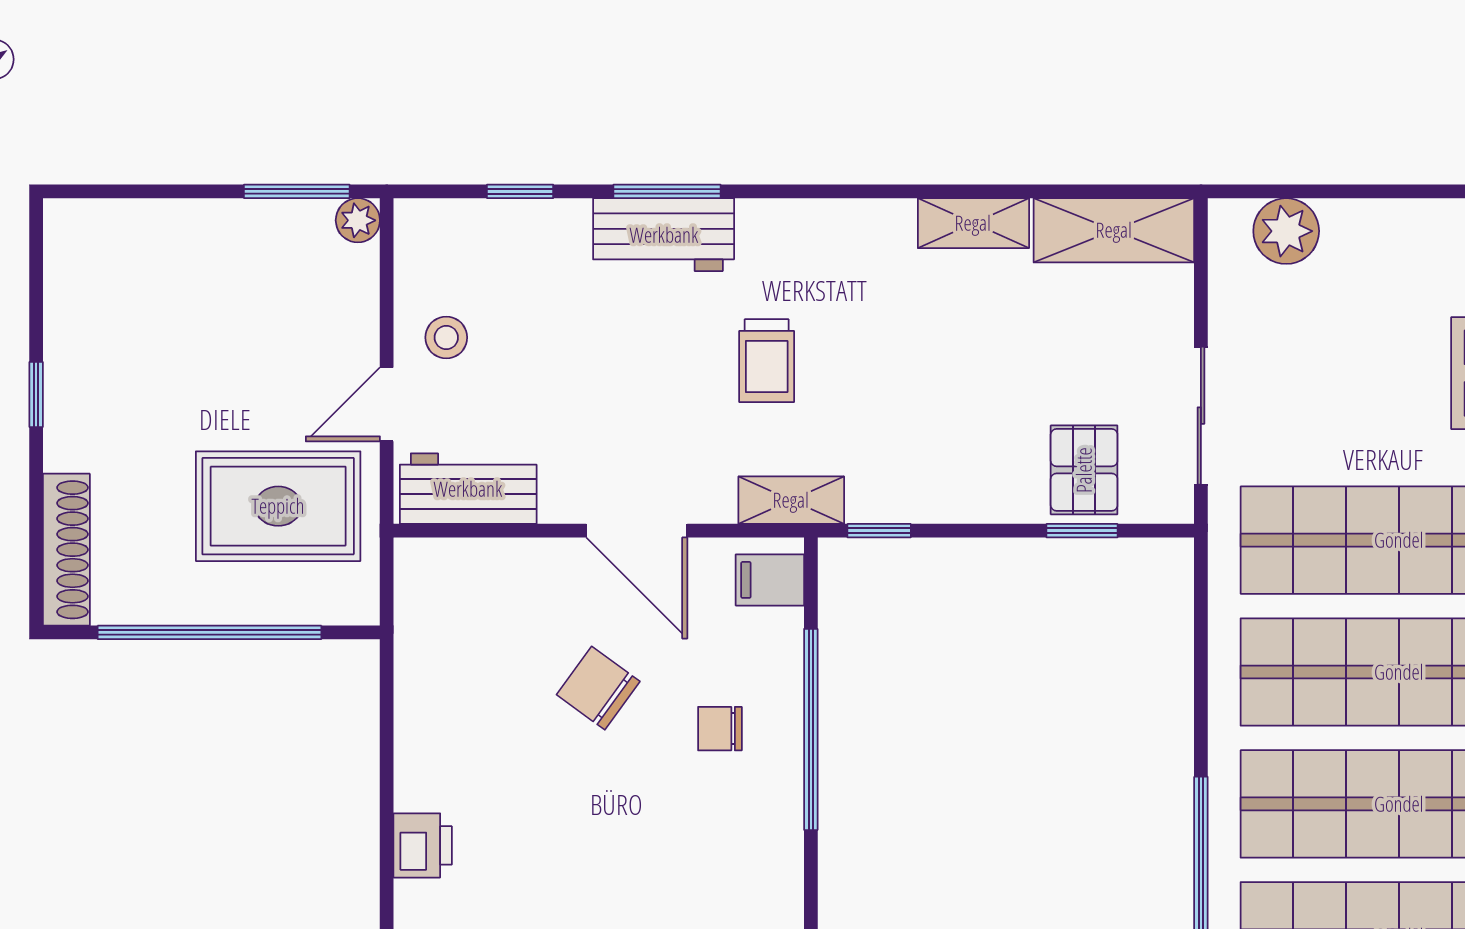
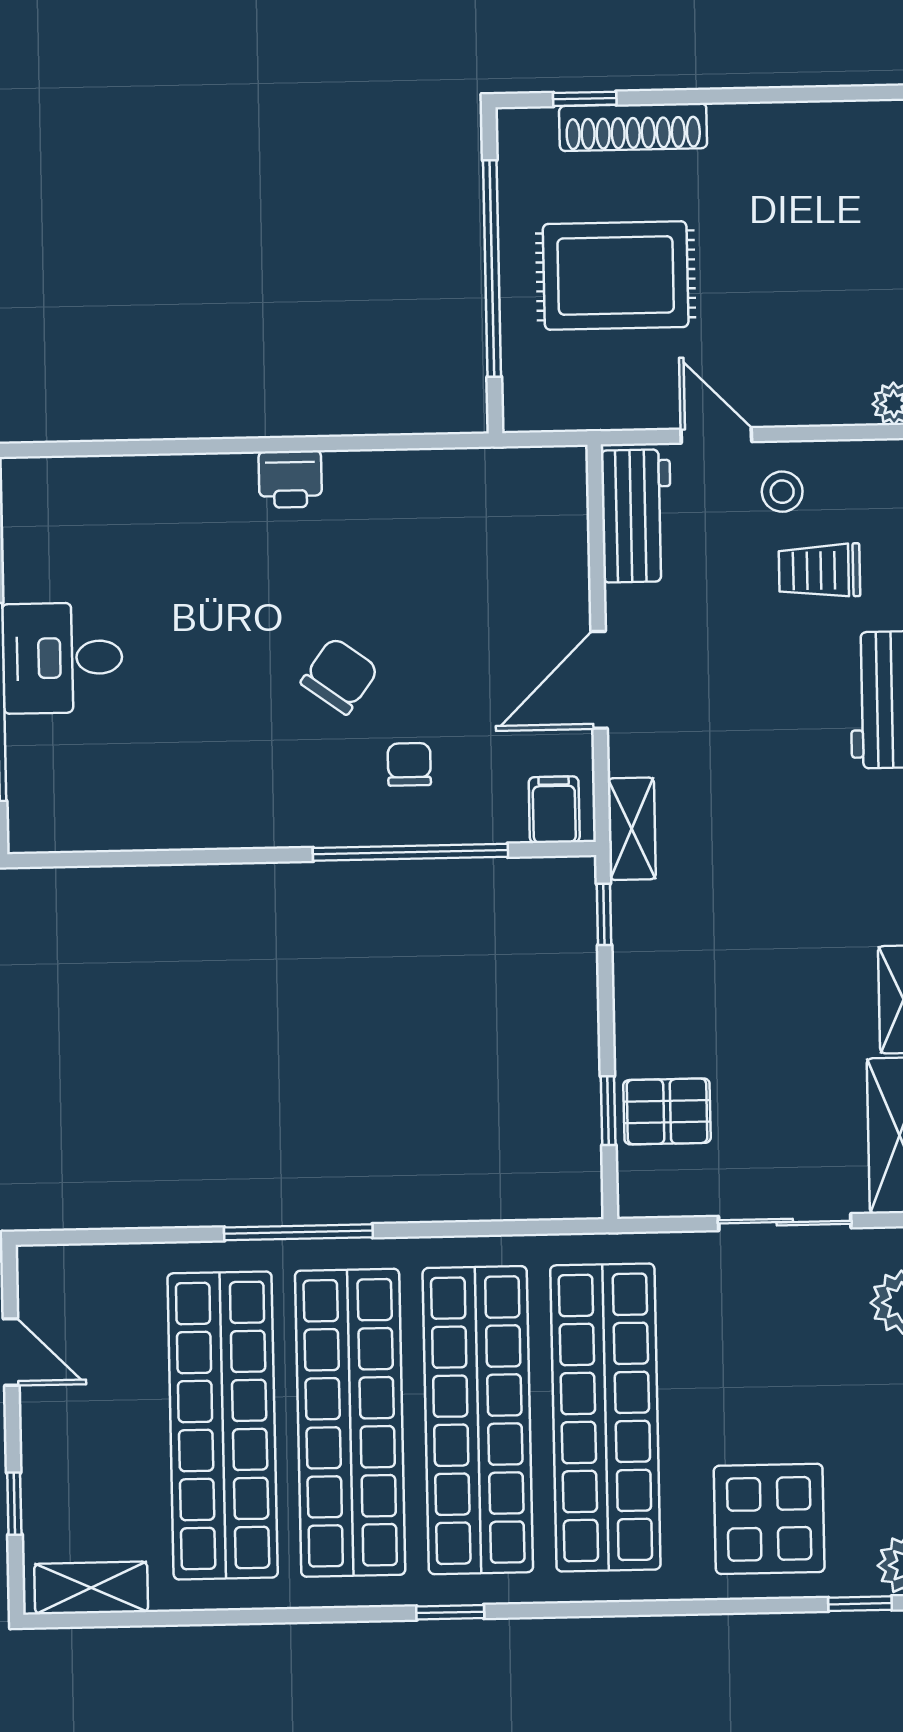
trolley: (767, 361) -> (819, 570), moved
window: (36, 394) -> (585, 99), moved
sliding door: (1201, 416) -> (785, 1222), moved
rug: (278, 506) -> (616, 276), moved, turned 90
shoe rack: (66, 550) -> (633, 127), moved
chair: (598, 688) -> (340, 676), moved

